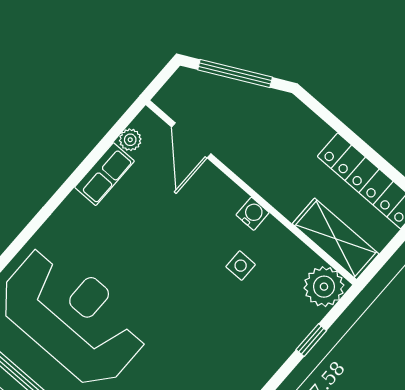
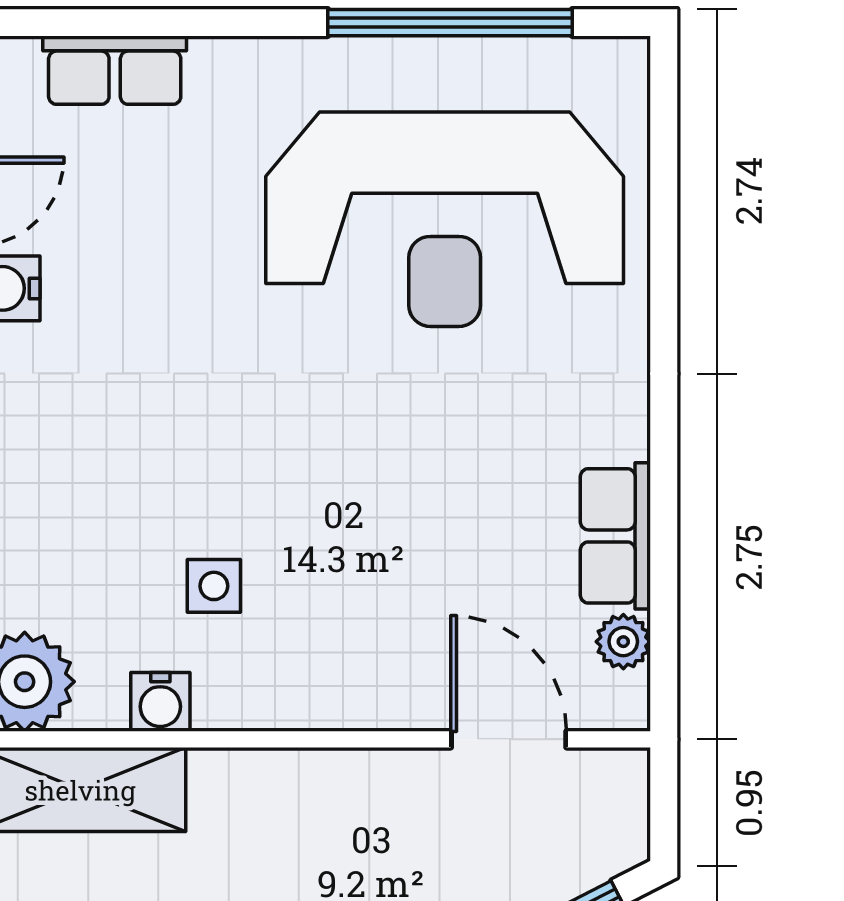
water cooler: (253, 214) -> (160, 702), moved

